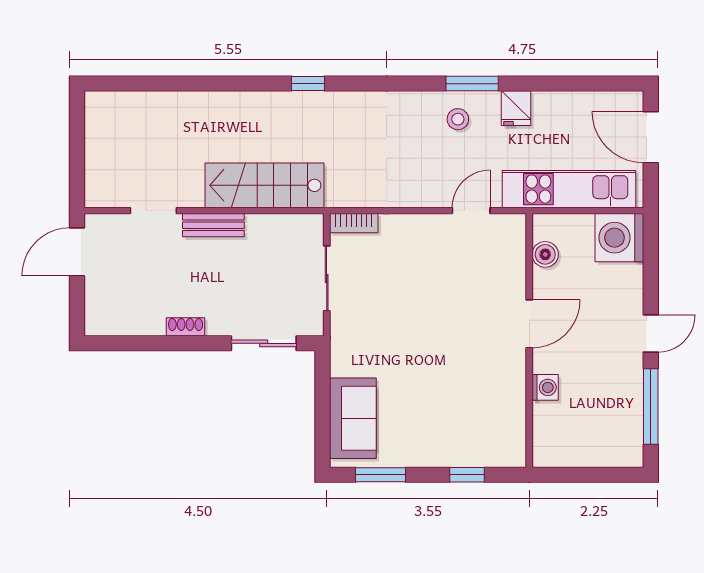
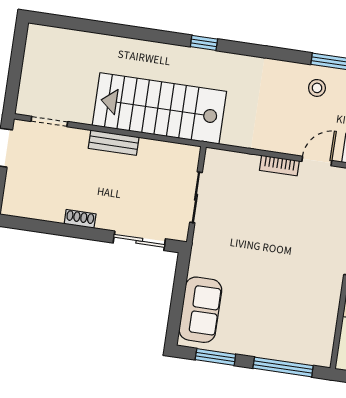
stairs: (264, 185) -> (159, 108), width x1.36, depth x1.51
doorway: (153, 211) -> (49, 121), moved
bookcase: (354, 223) -> (279, 165), moved
window: (467, 475) -> (283, 367), width x2.17

